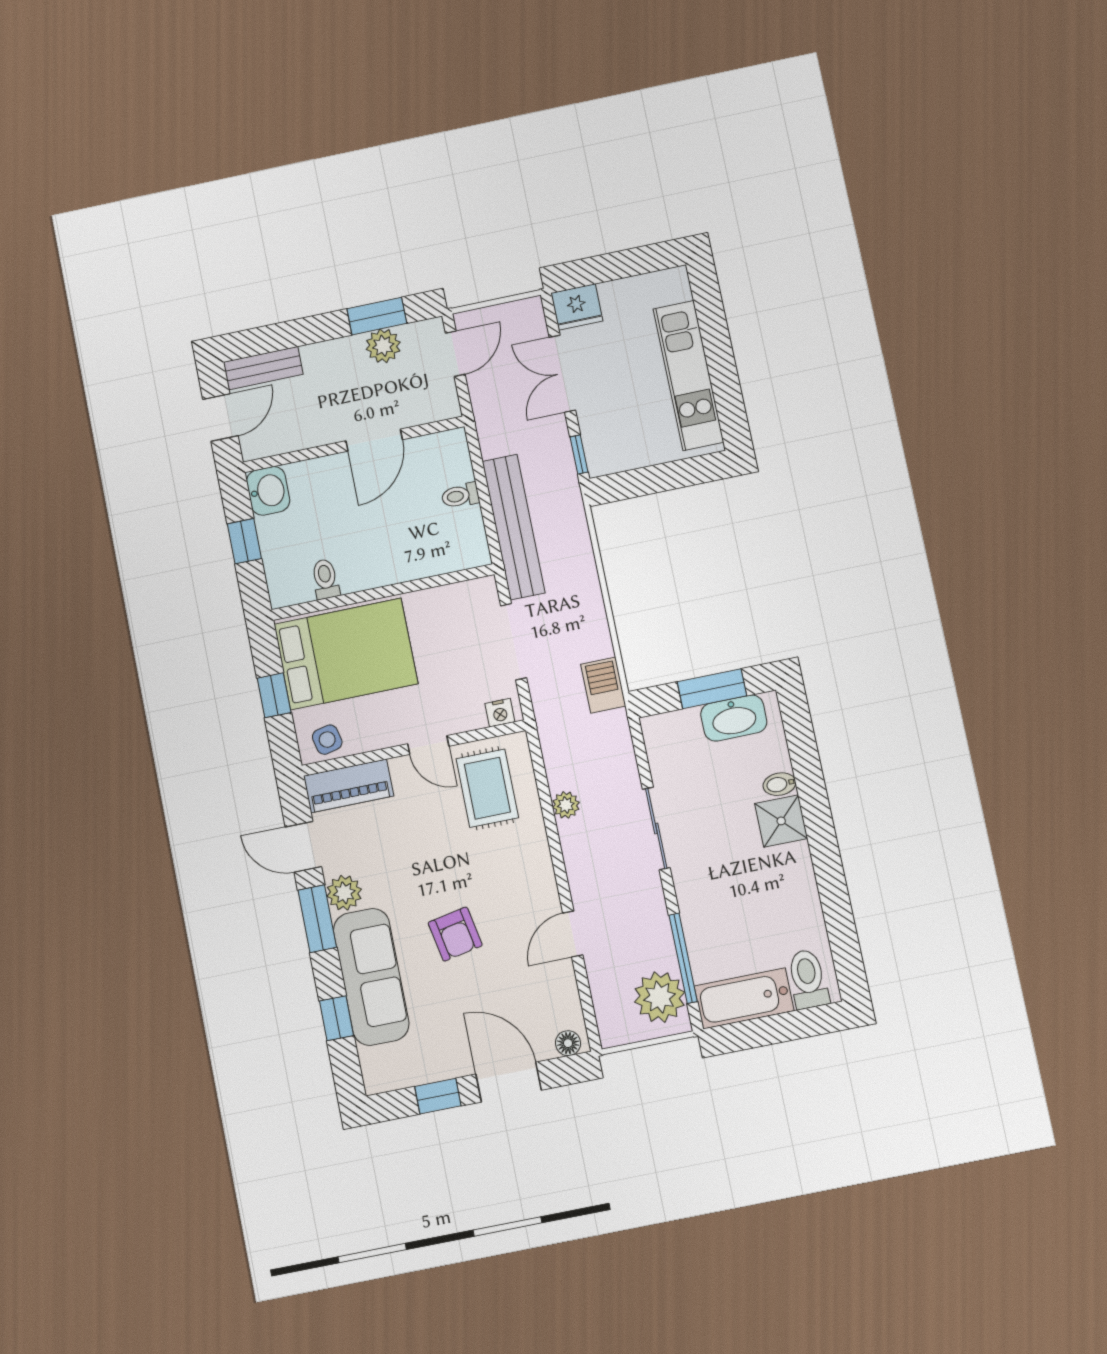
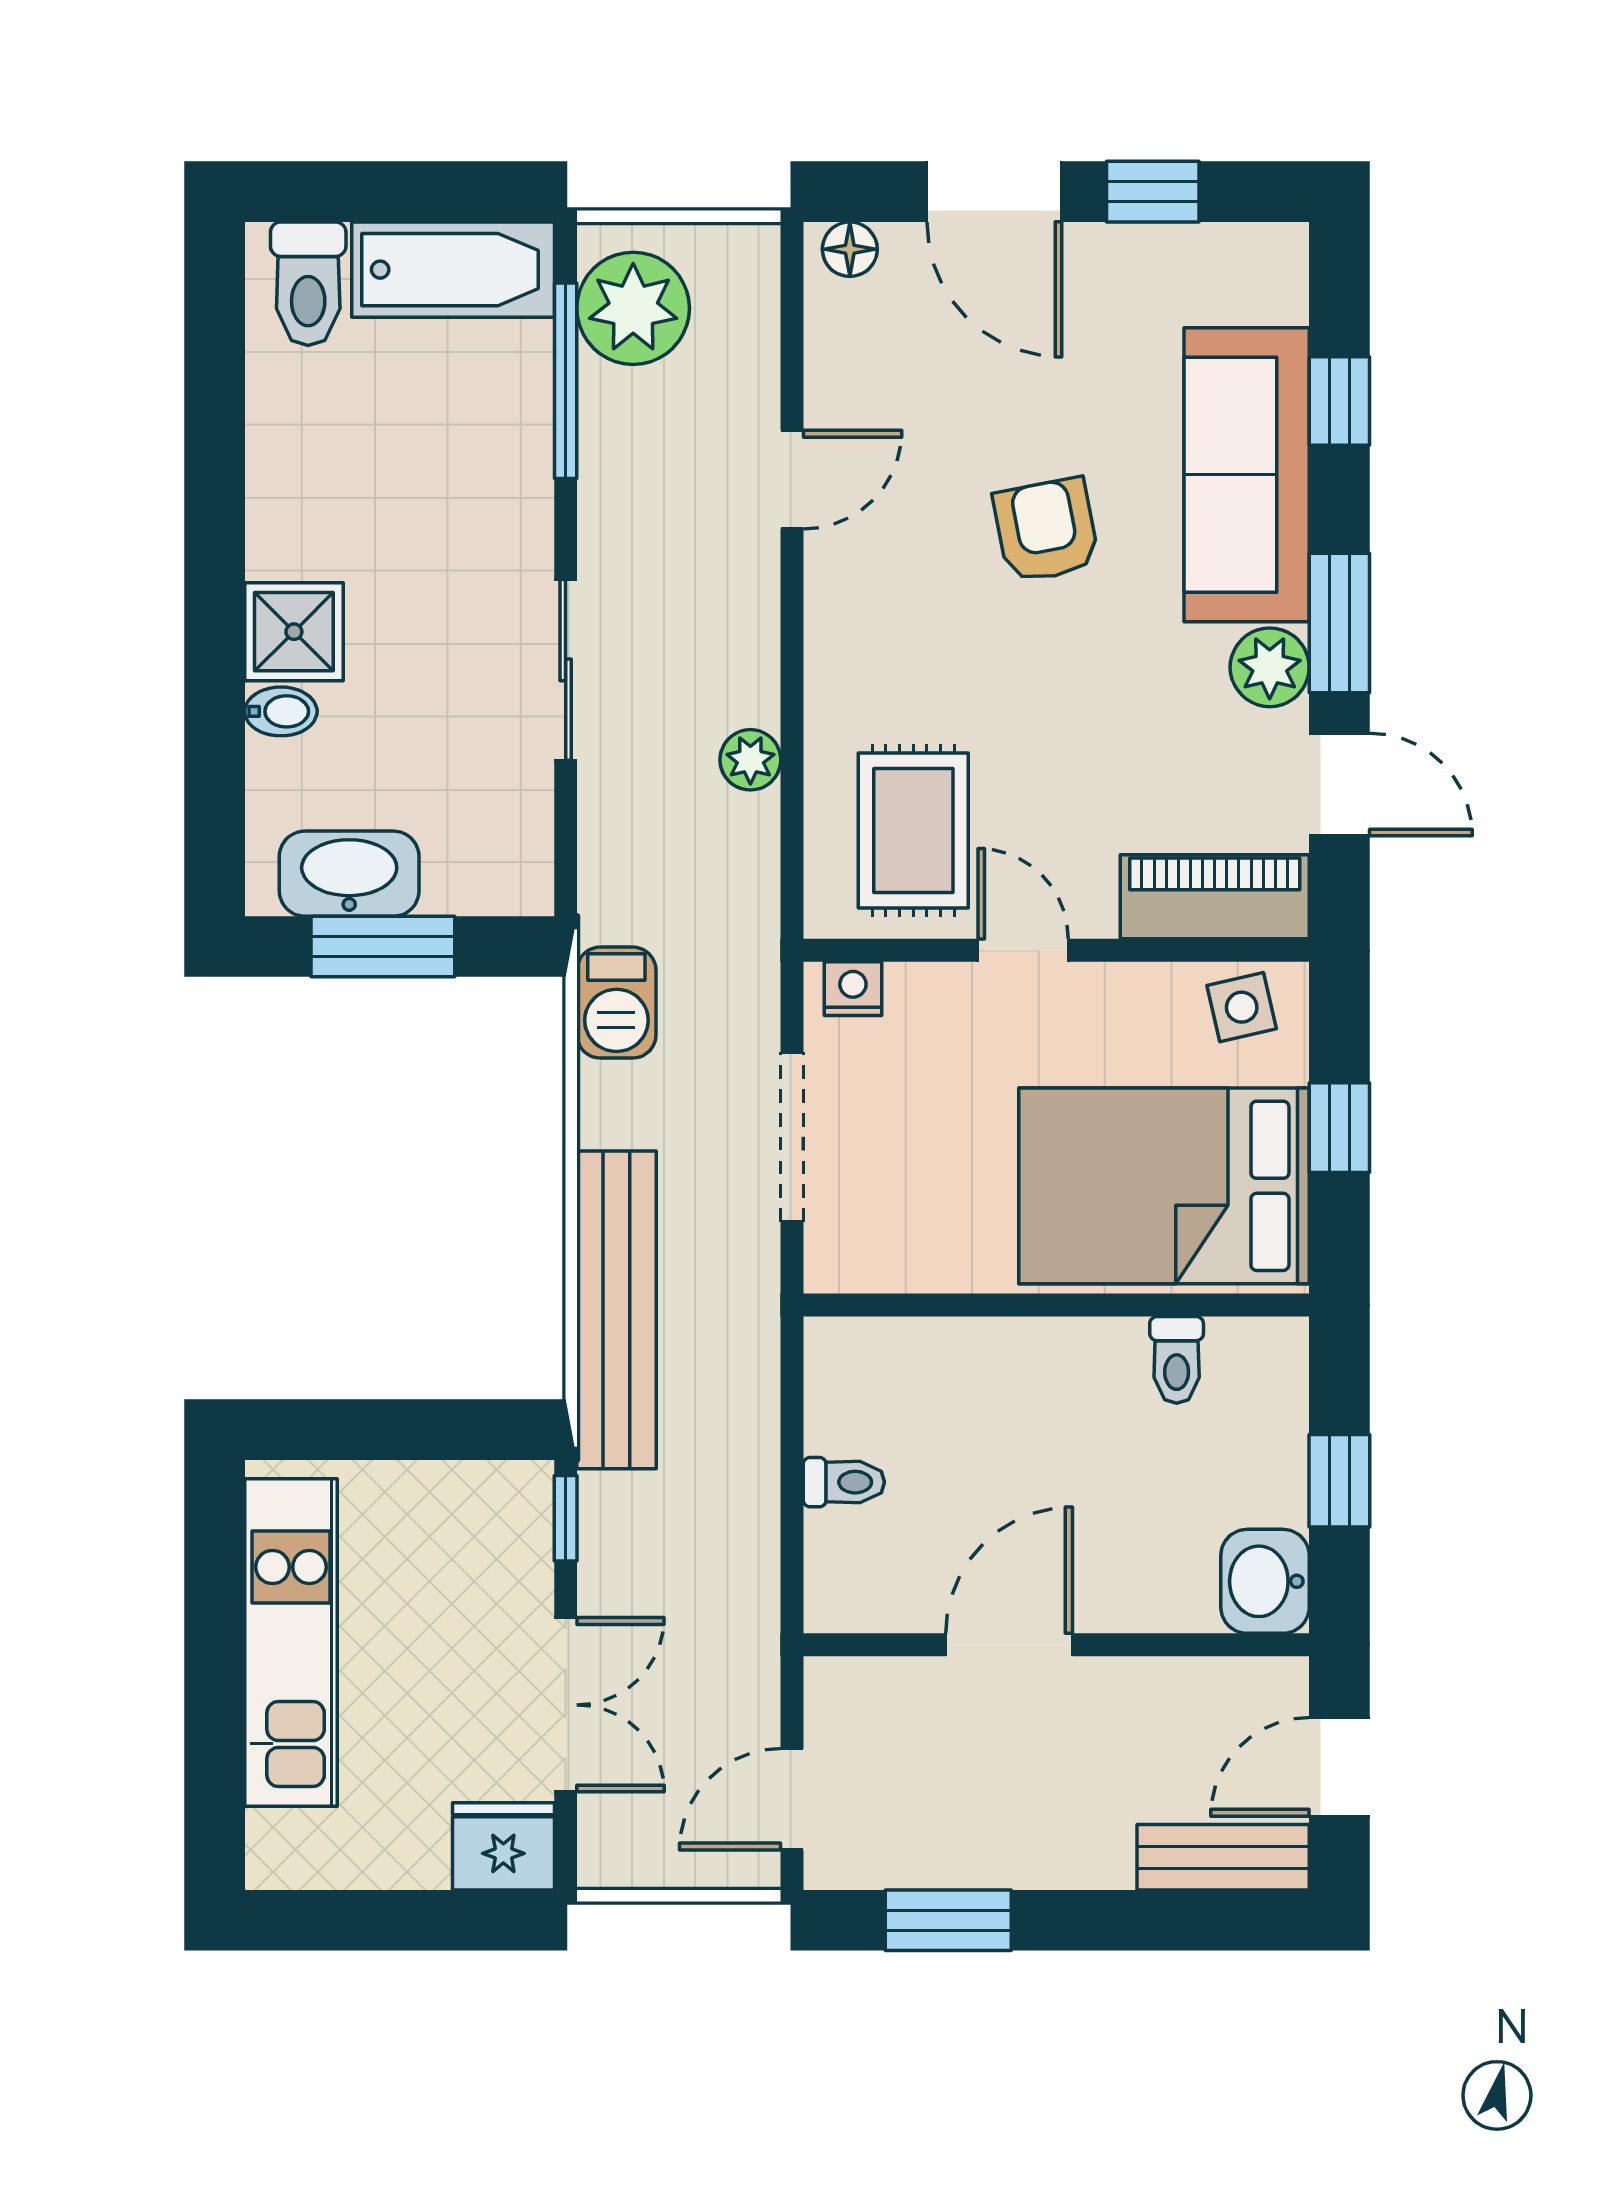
plant: (383, 346) -> (947, 1851), removed
bench: (514, 527) -> (616, 1310), moved

